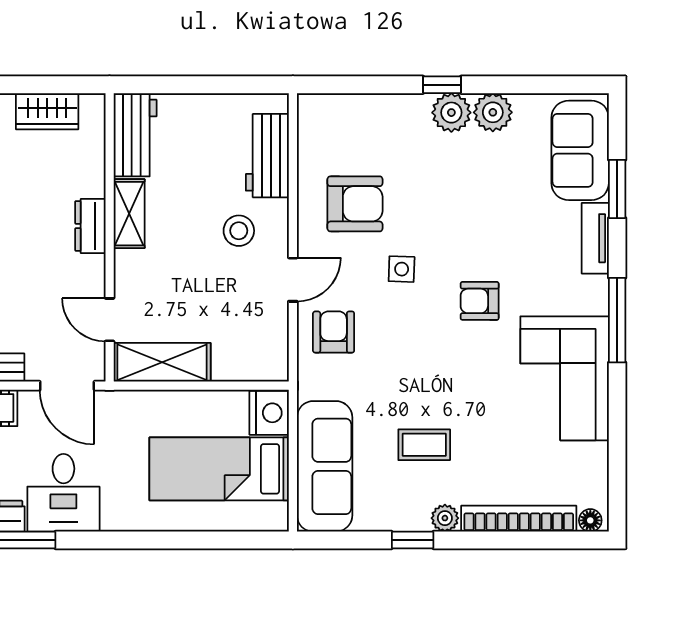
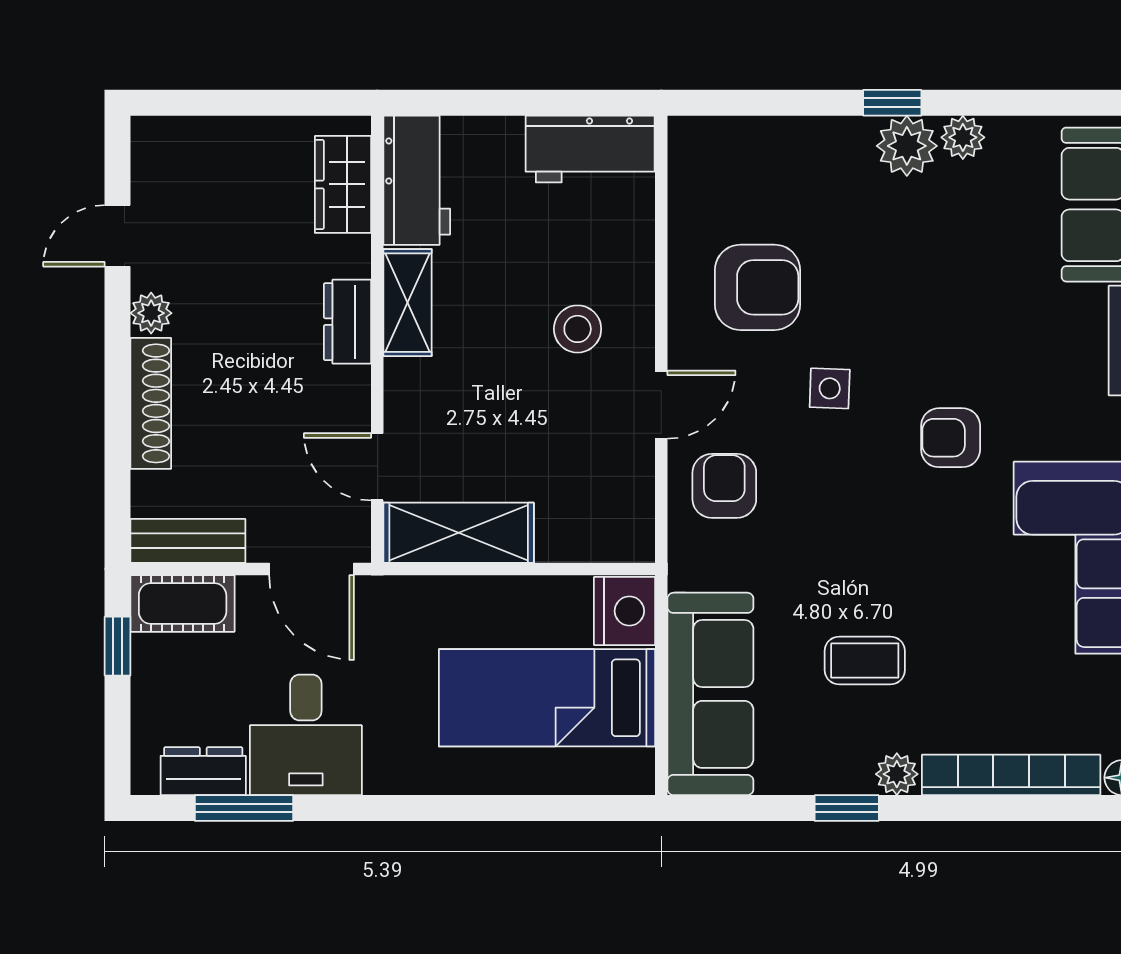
wardrobe: (47, 111) -> (343, 184), moved, turned 90
plant: (493, 112) -> (963, 137), width x0.73, depth x0.73
workbench: (267, 156) -> (590, 149), moved, turned -90

